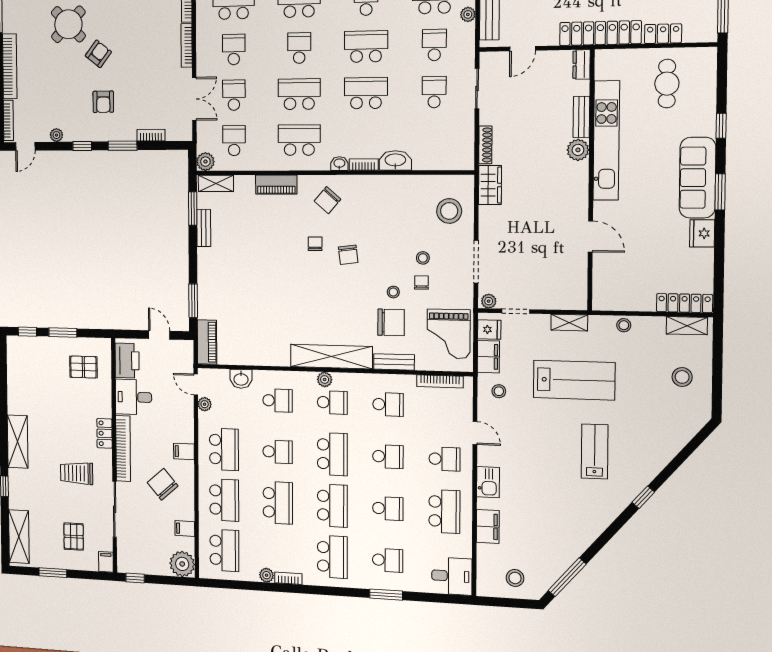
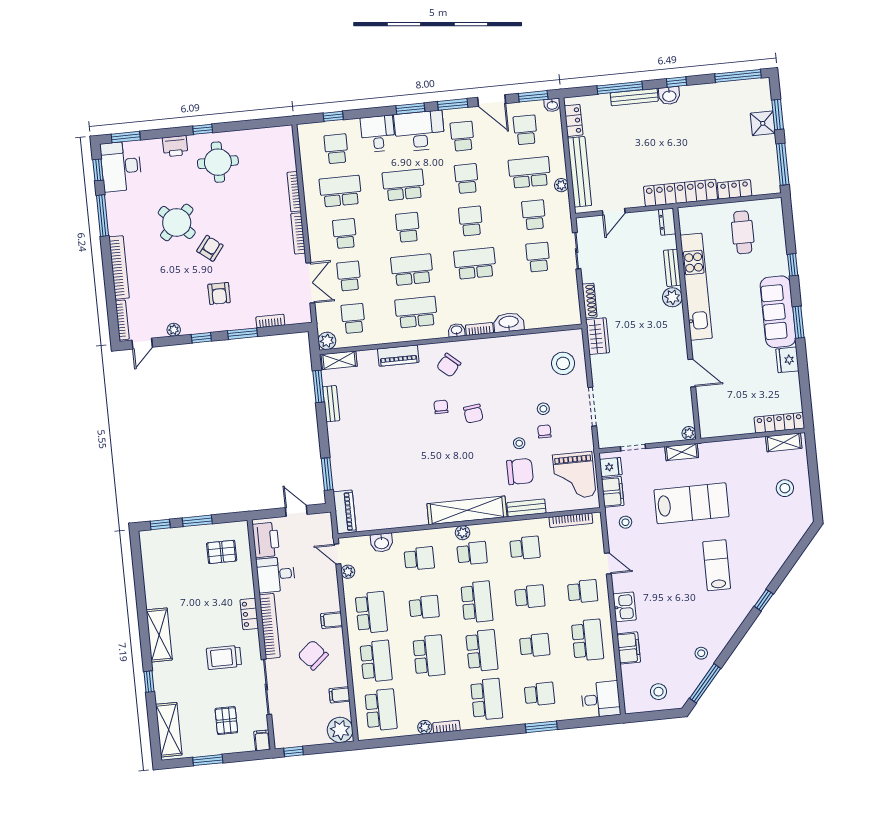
school desk: (366, 47) -> (471, 221), width x0.54
plant: (489, 301) -> (689, 433), moved
stool: (624, 325) -> (701, 653), moved

